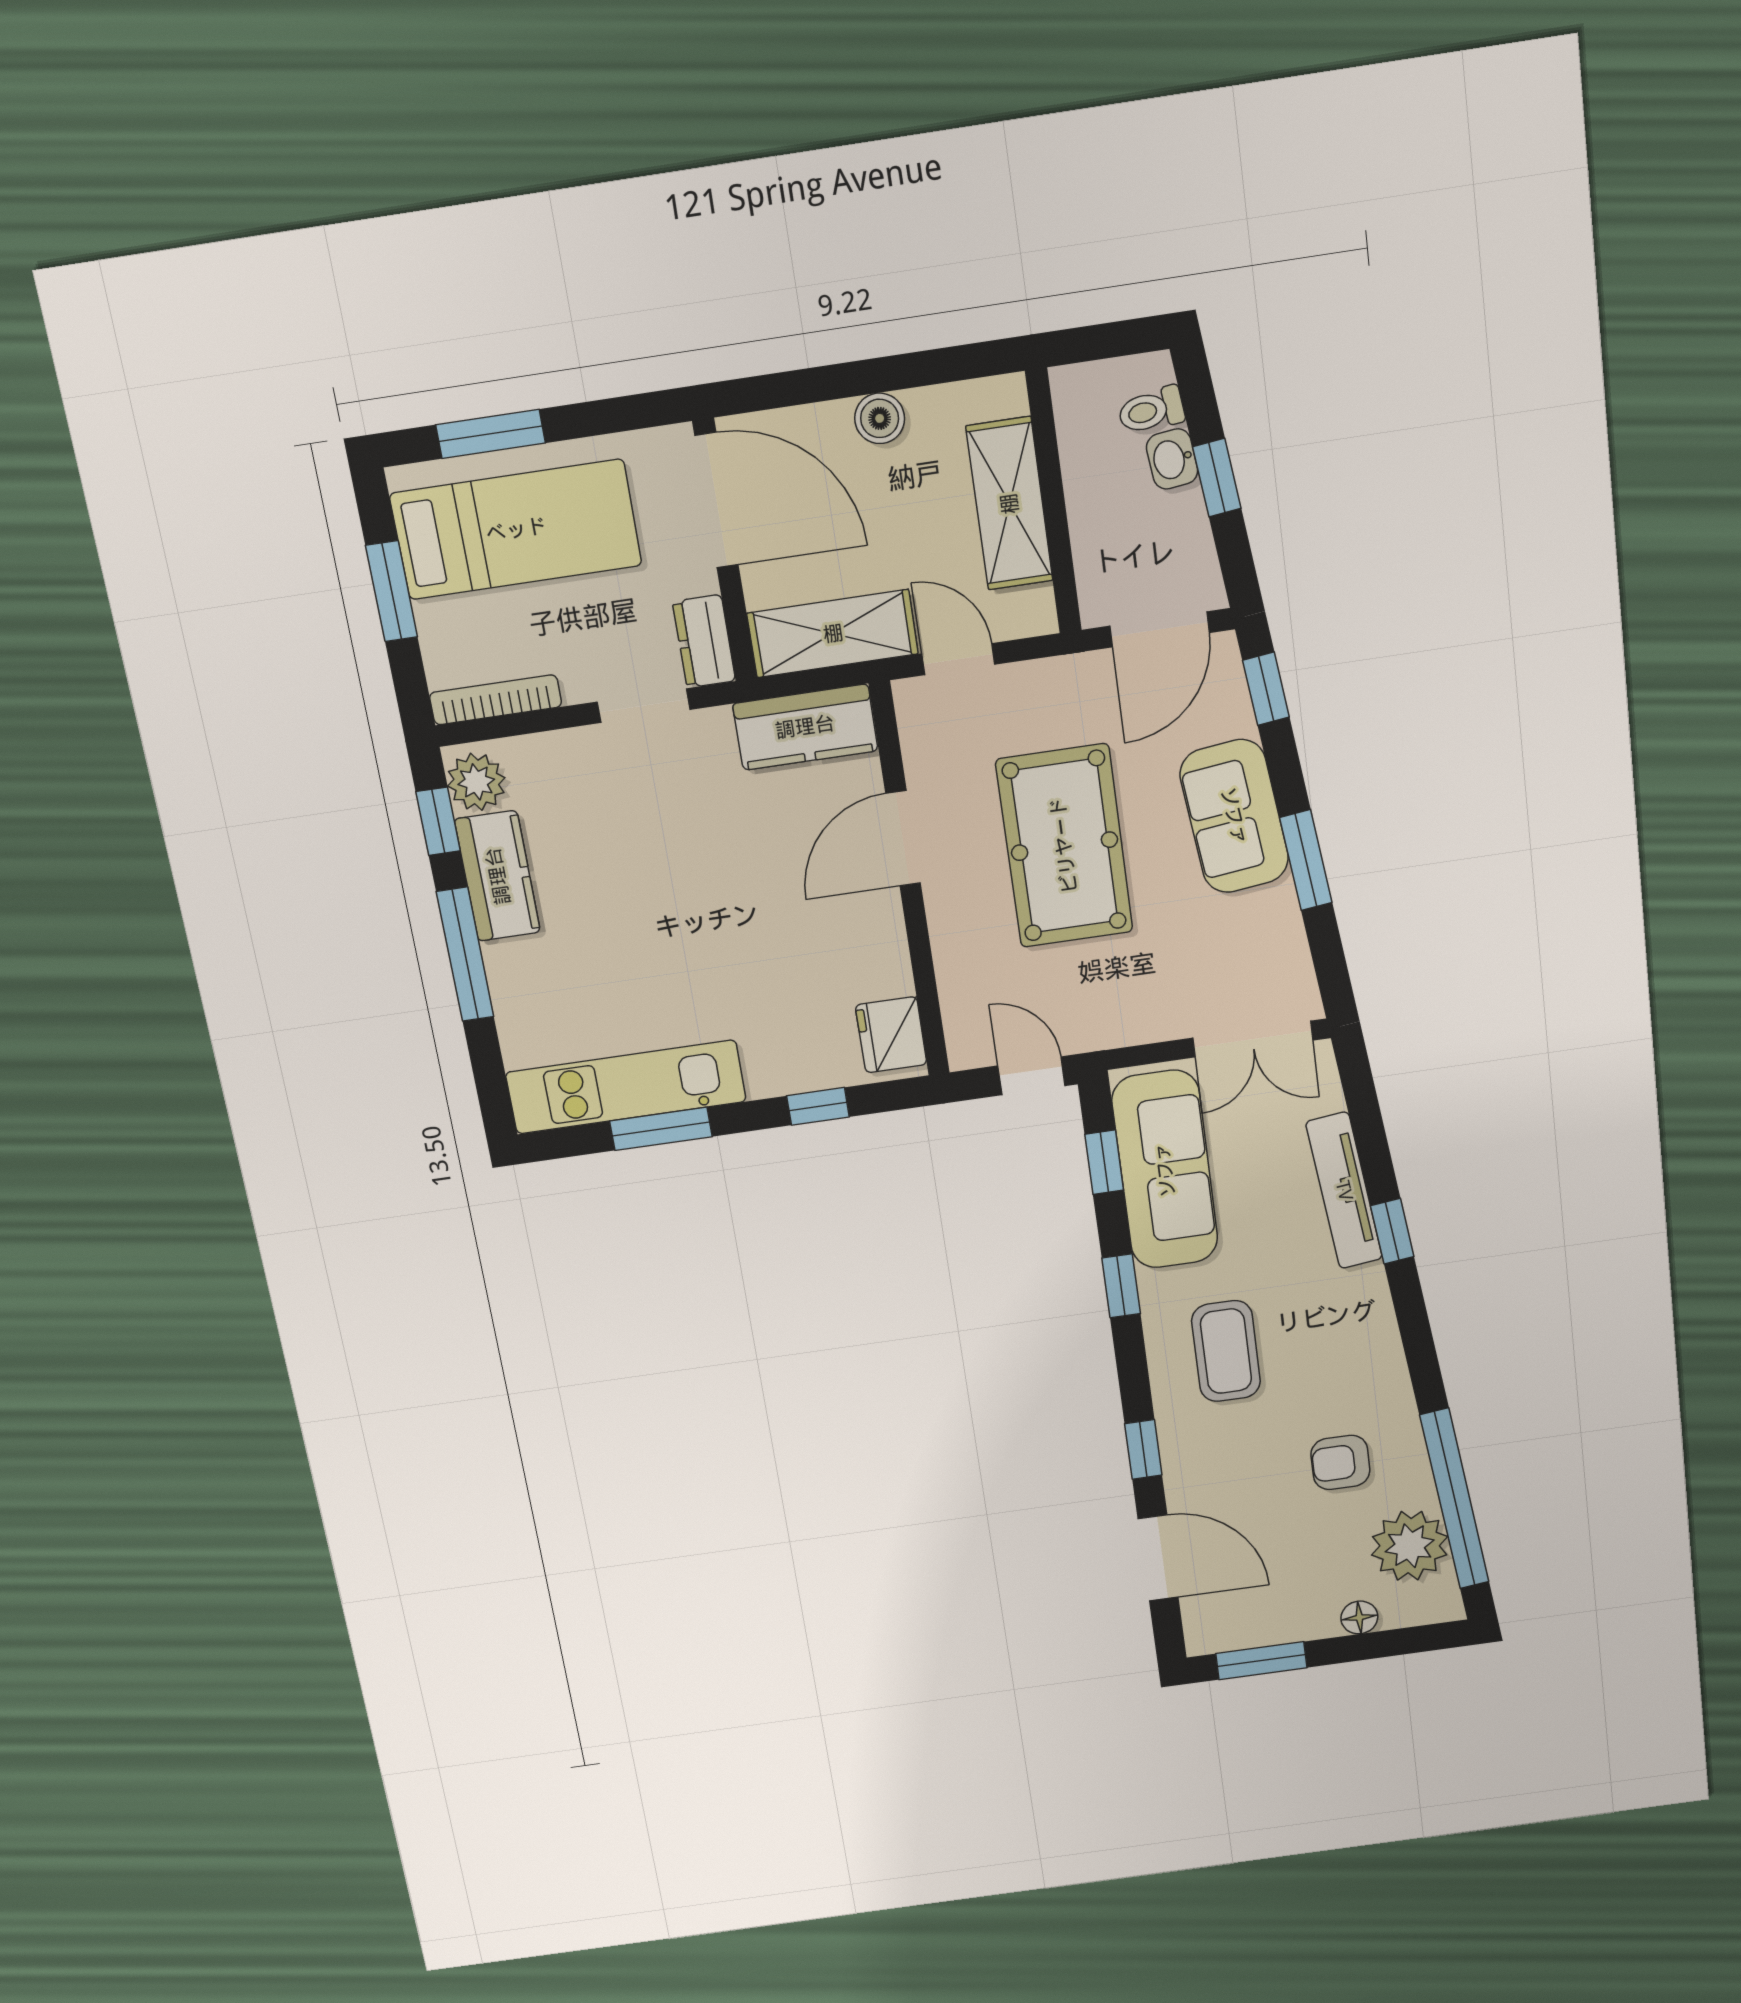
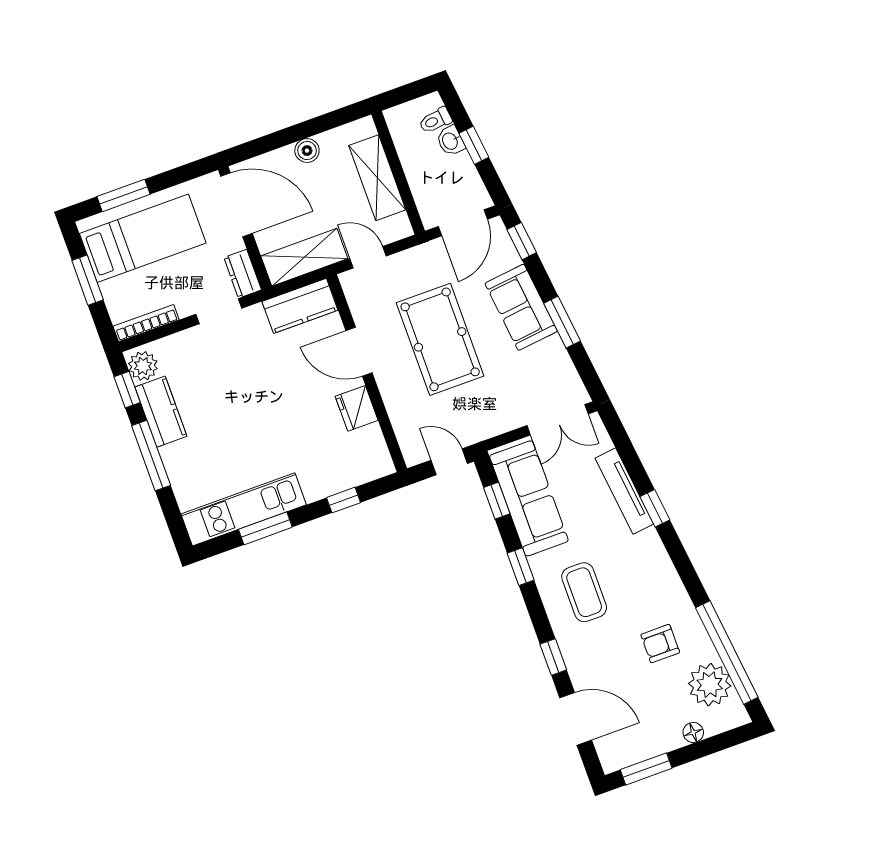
door: (903, 838) -> (359, 352), hinge flipped
fridge: (891, 1035) -> (357, 408), moved

